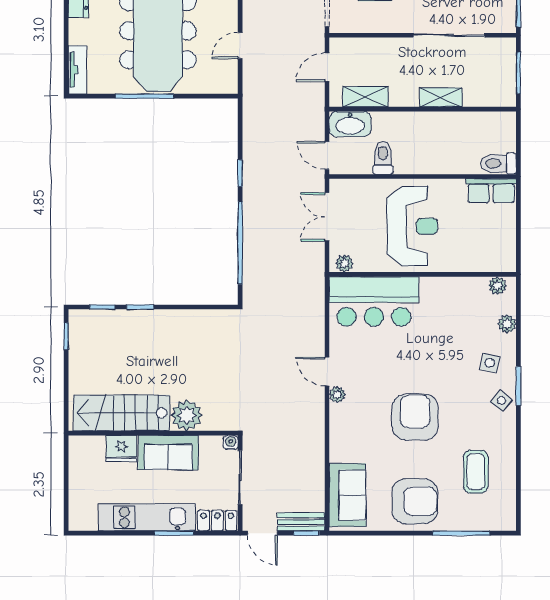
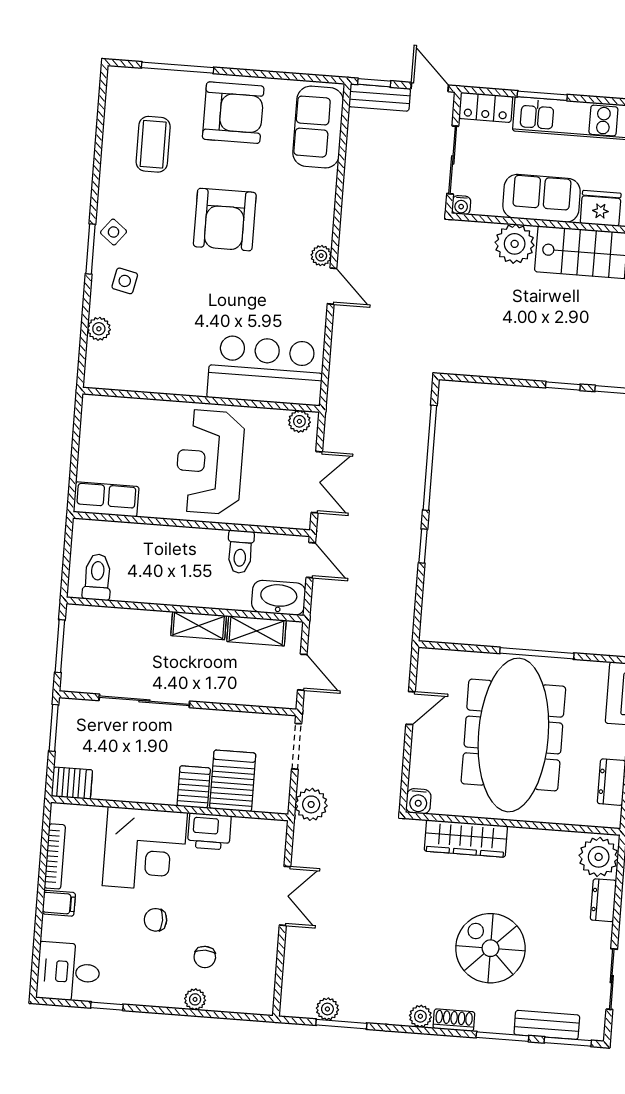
door: (327, 67) -> (302, 672), hinge flipped
shelving: (441, 97) -> (199, 626), moved
toilet: (498, 163) -> (97, 577), moved, turned -90
plant: (497, 286) -> (107, 378), removed
armchair: (415, 501) -> (233, 113), turned 180

